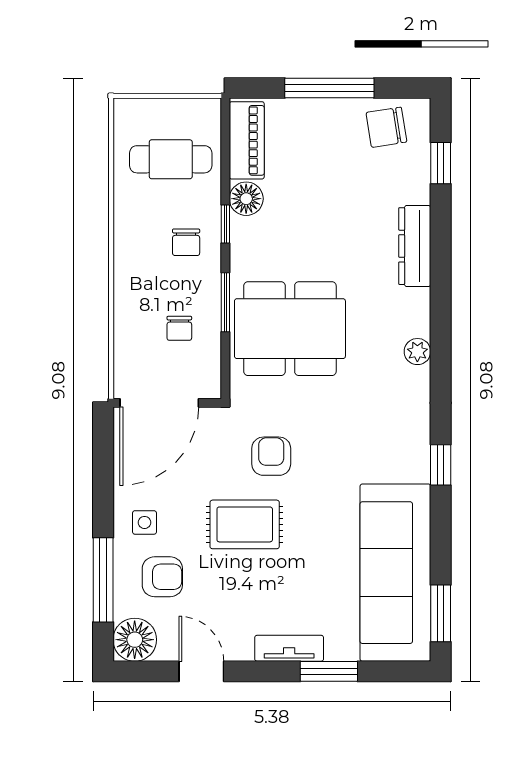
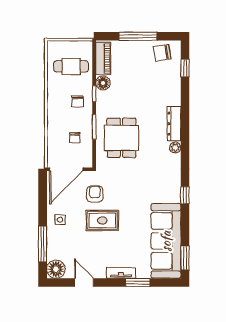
dresser: (415, 246) -> (174, 124), moved
dining table: (290, 329) -> (121, 138), width x0.73
armchair: (271, 456) -> (95, 194), moved
armchair: (162, 577) -> (68, 243), removed

